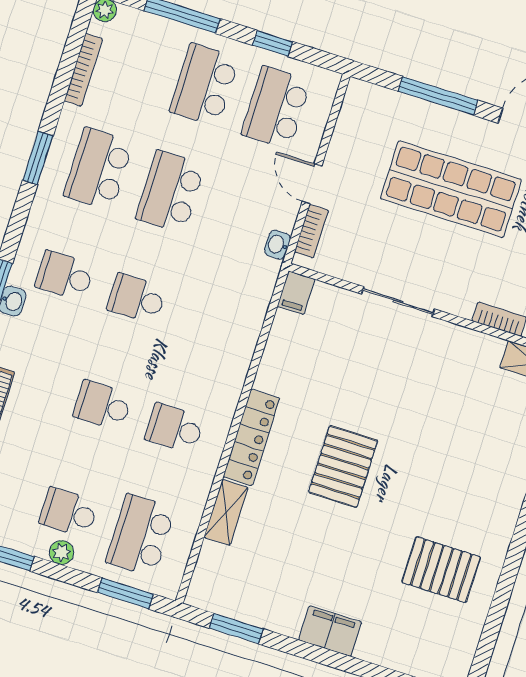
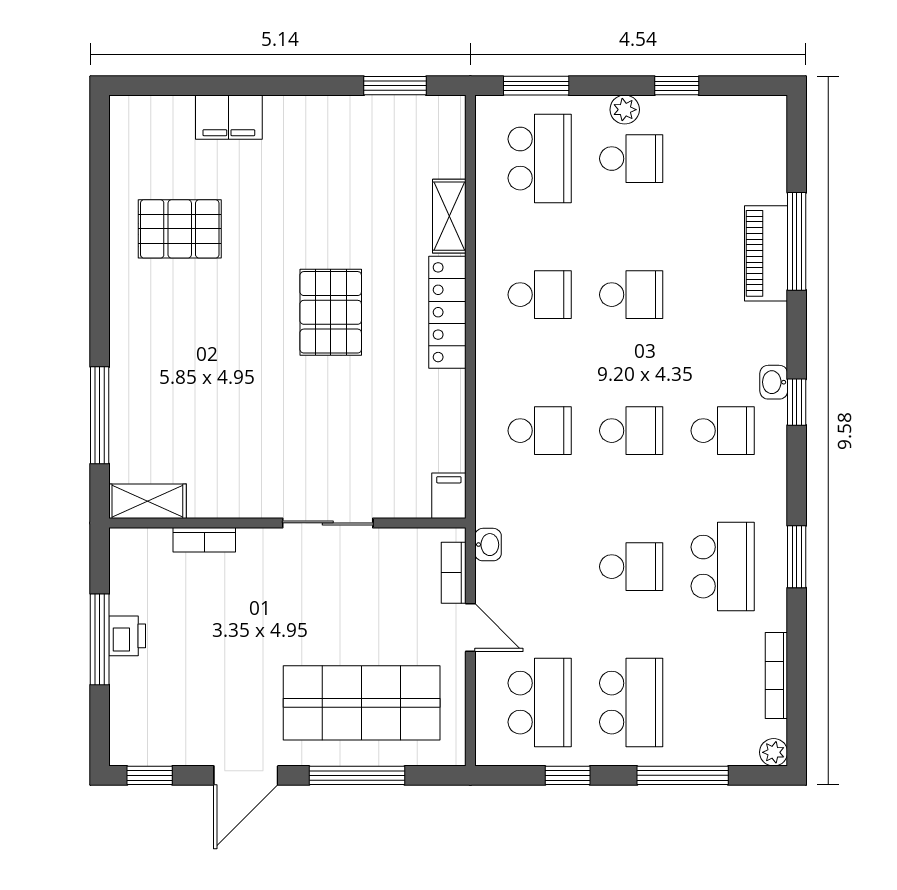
shop shelf: (451, 189) -> (362, 703), moved
school desk: (170, 192) -> (631, 567), width x0.54
school desk: (208, 321) -> (540, 431), added
filing cabinet: (330, 631) -> (229, 117), moved

